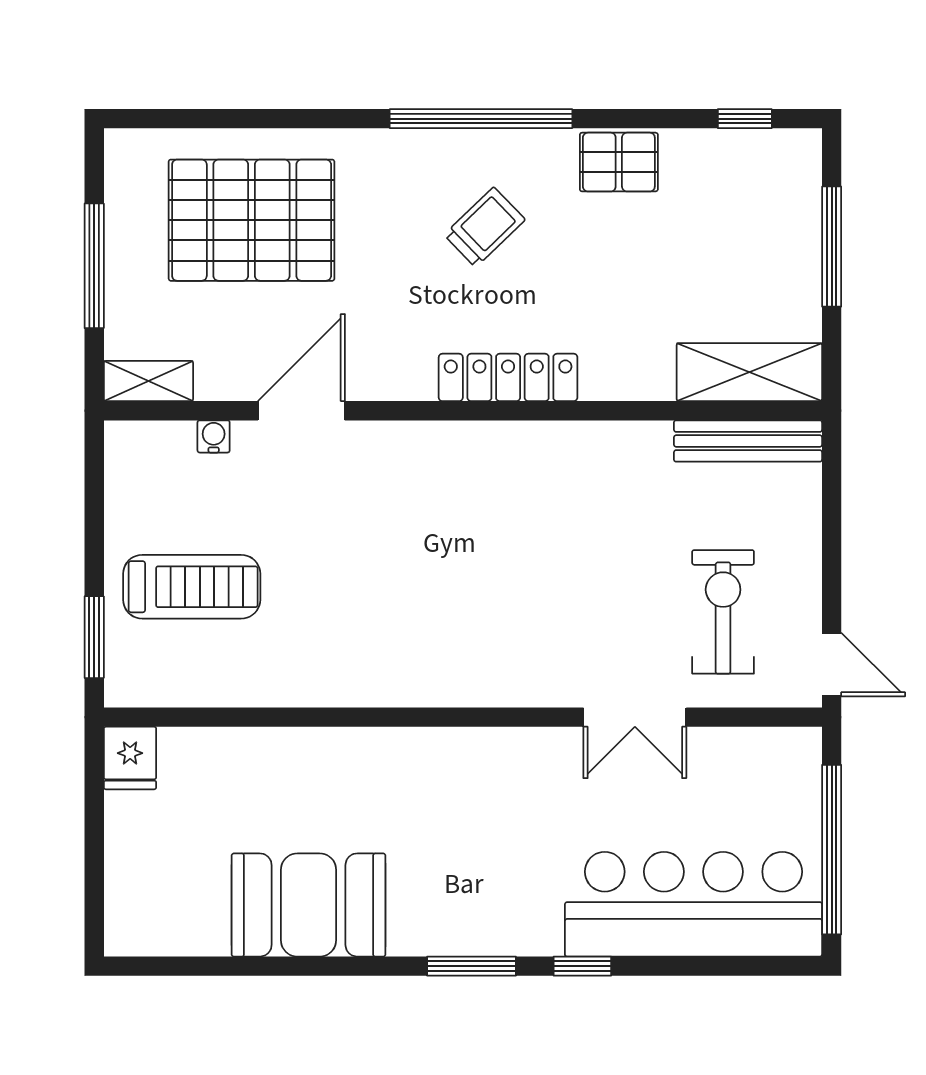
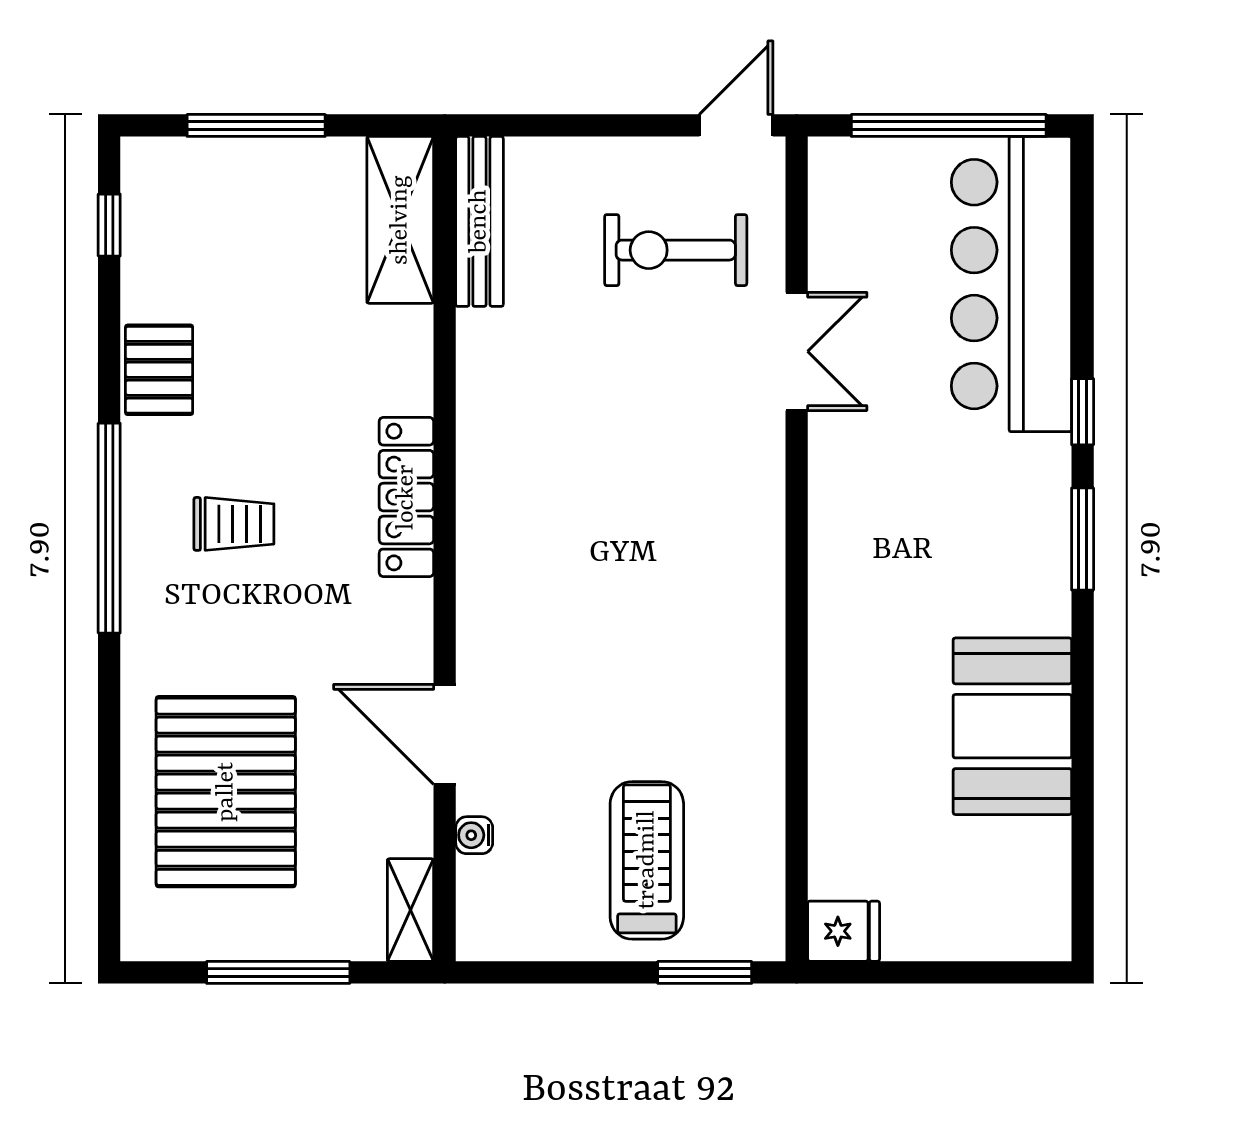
trolley: (485, 227) -> (234, 524), turned 134

